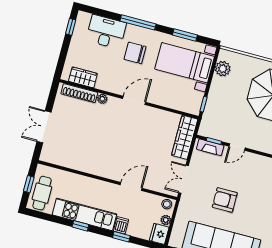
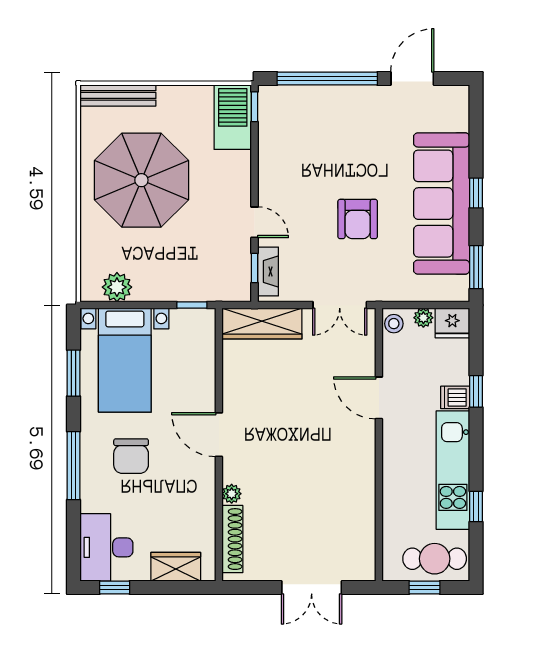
desk: (106, 32) -> (106, 547), moved
wardrobe: (83, 77) -> (176, 567), moved, turned 90
window: (80, 226) -> (476, 506), moved

